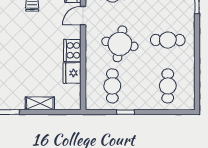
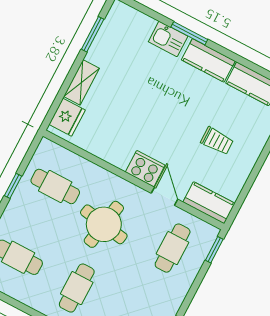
cooker: (72, 50) -> (145, 169), moved
fridge: (72, 73) -> (67, 117), moved, turned 90

